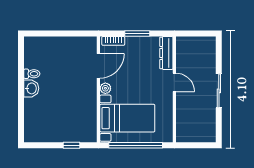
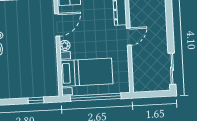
door: (174, 82) -> (129, 37), hinge flipped
sliding door: (219, 91) -> (172, 69), moved

